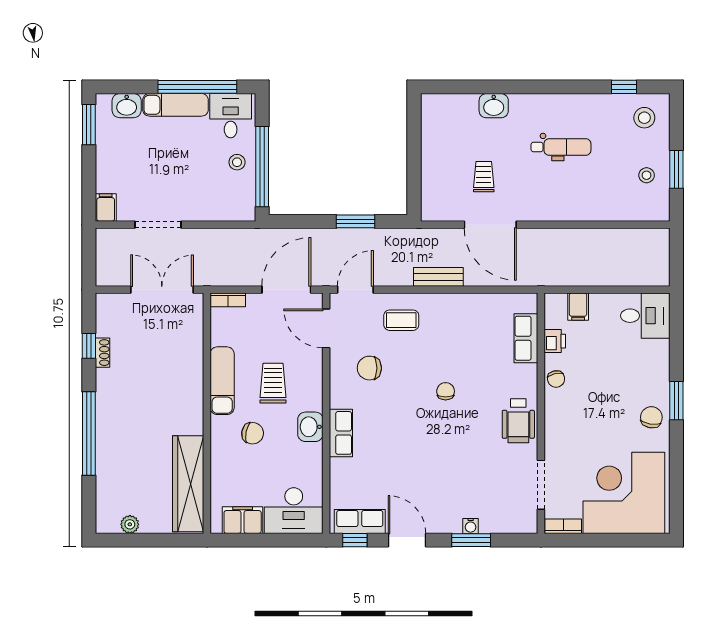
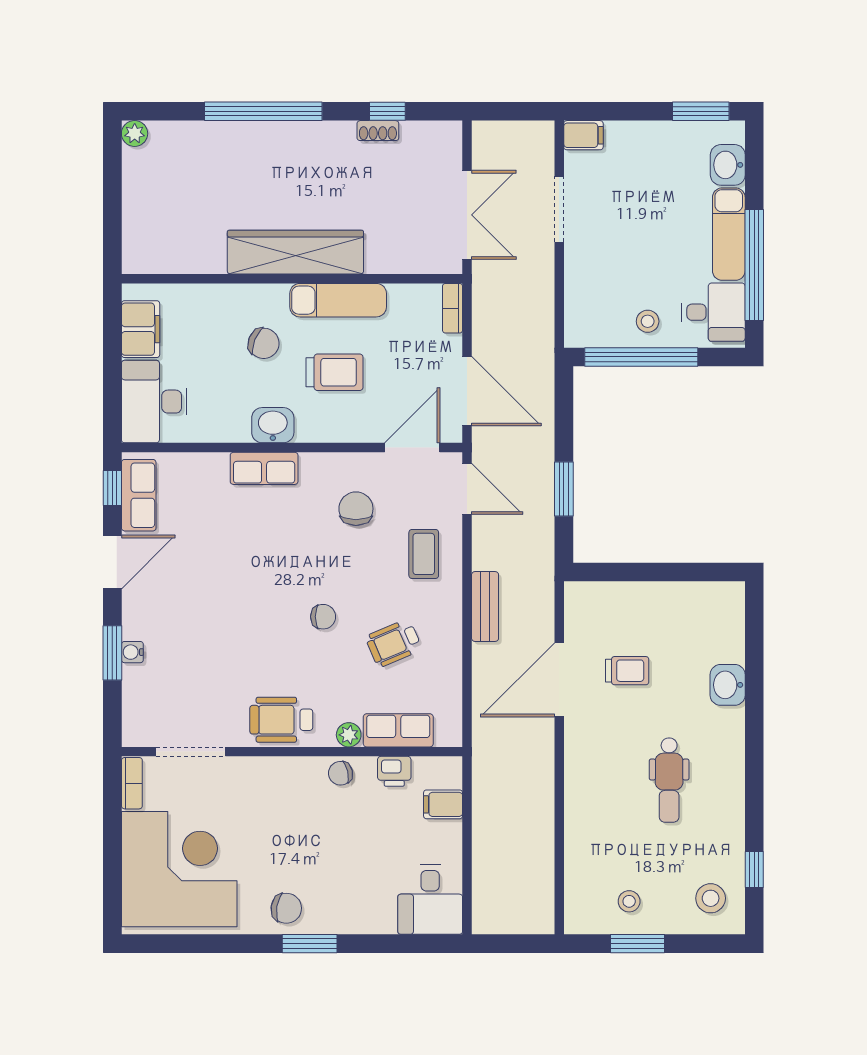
wheelchair: (464, 341) -> (394, 643), added
plant: (529, 373) -> (349, 735), added
chair: (253, 433) -> (264, 343), turned -79
wardrobe: (188, 484) -> (295, 252), moved
plant: (130, 524) -> (135, 134), moved

